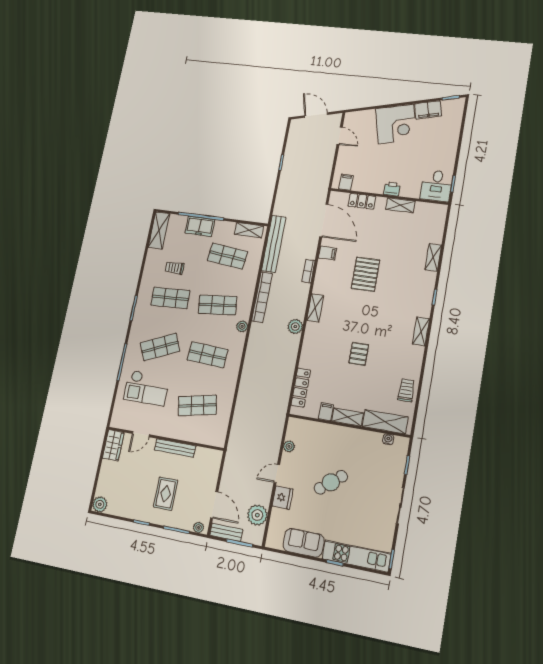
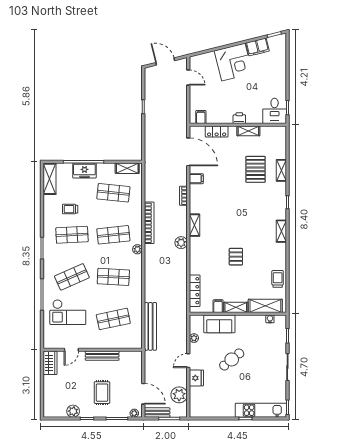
bench: (274, 244) -> (150, 326), moved
pallet: (365, 274) -> (256, 169), moved
plant: (100, 504) -> (73, 411), moved
sofa: (304, 543) -> (219, 324), moved, turned 180

